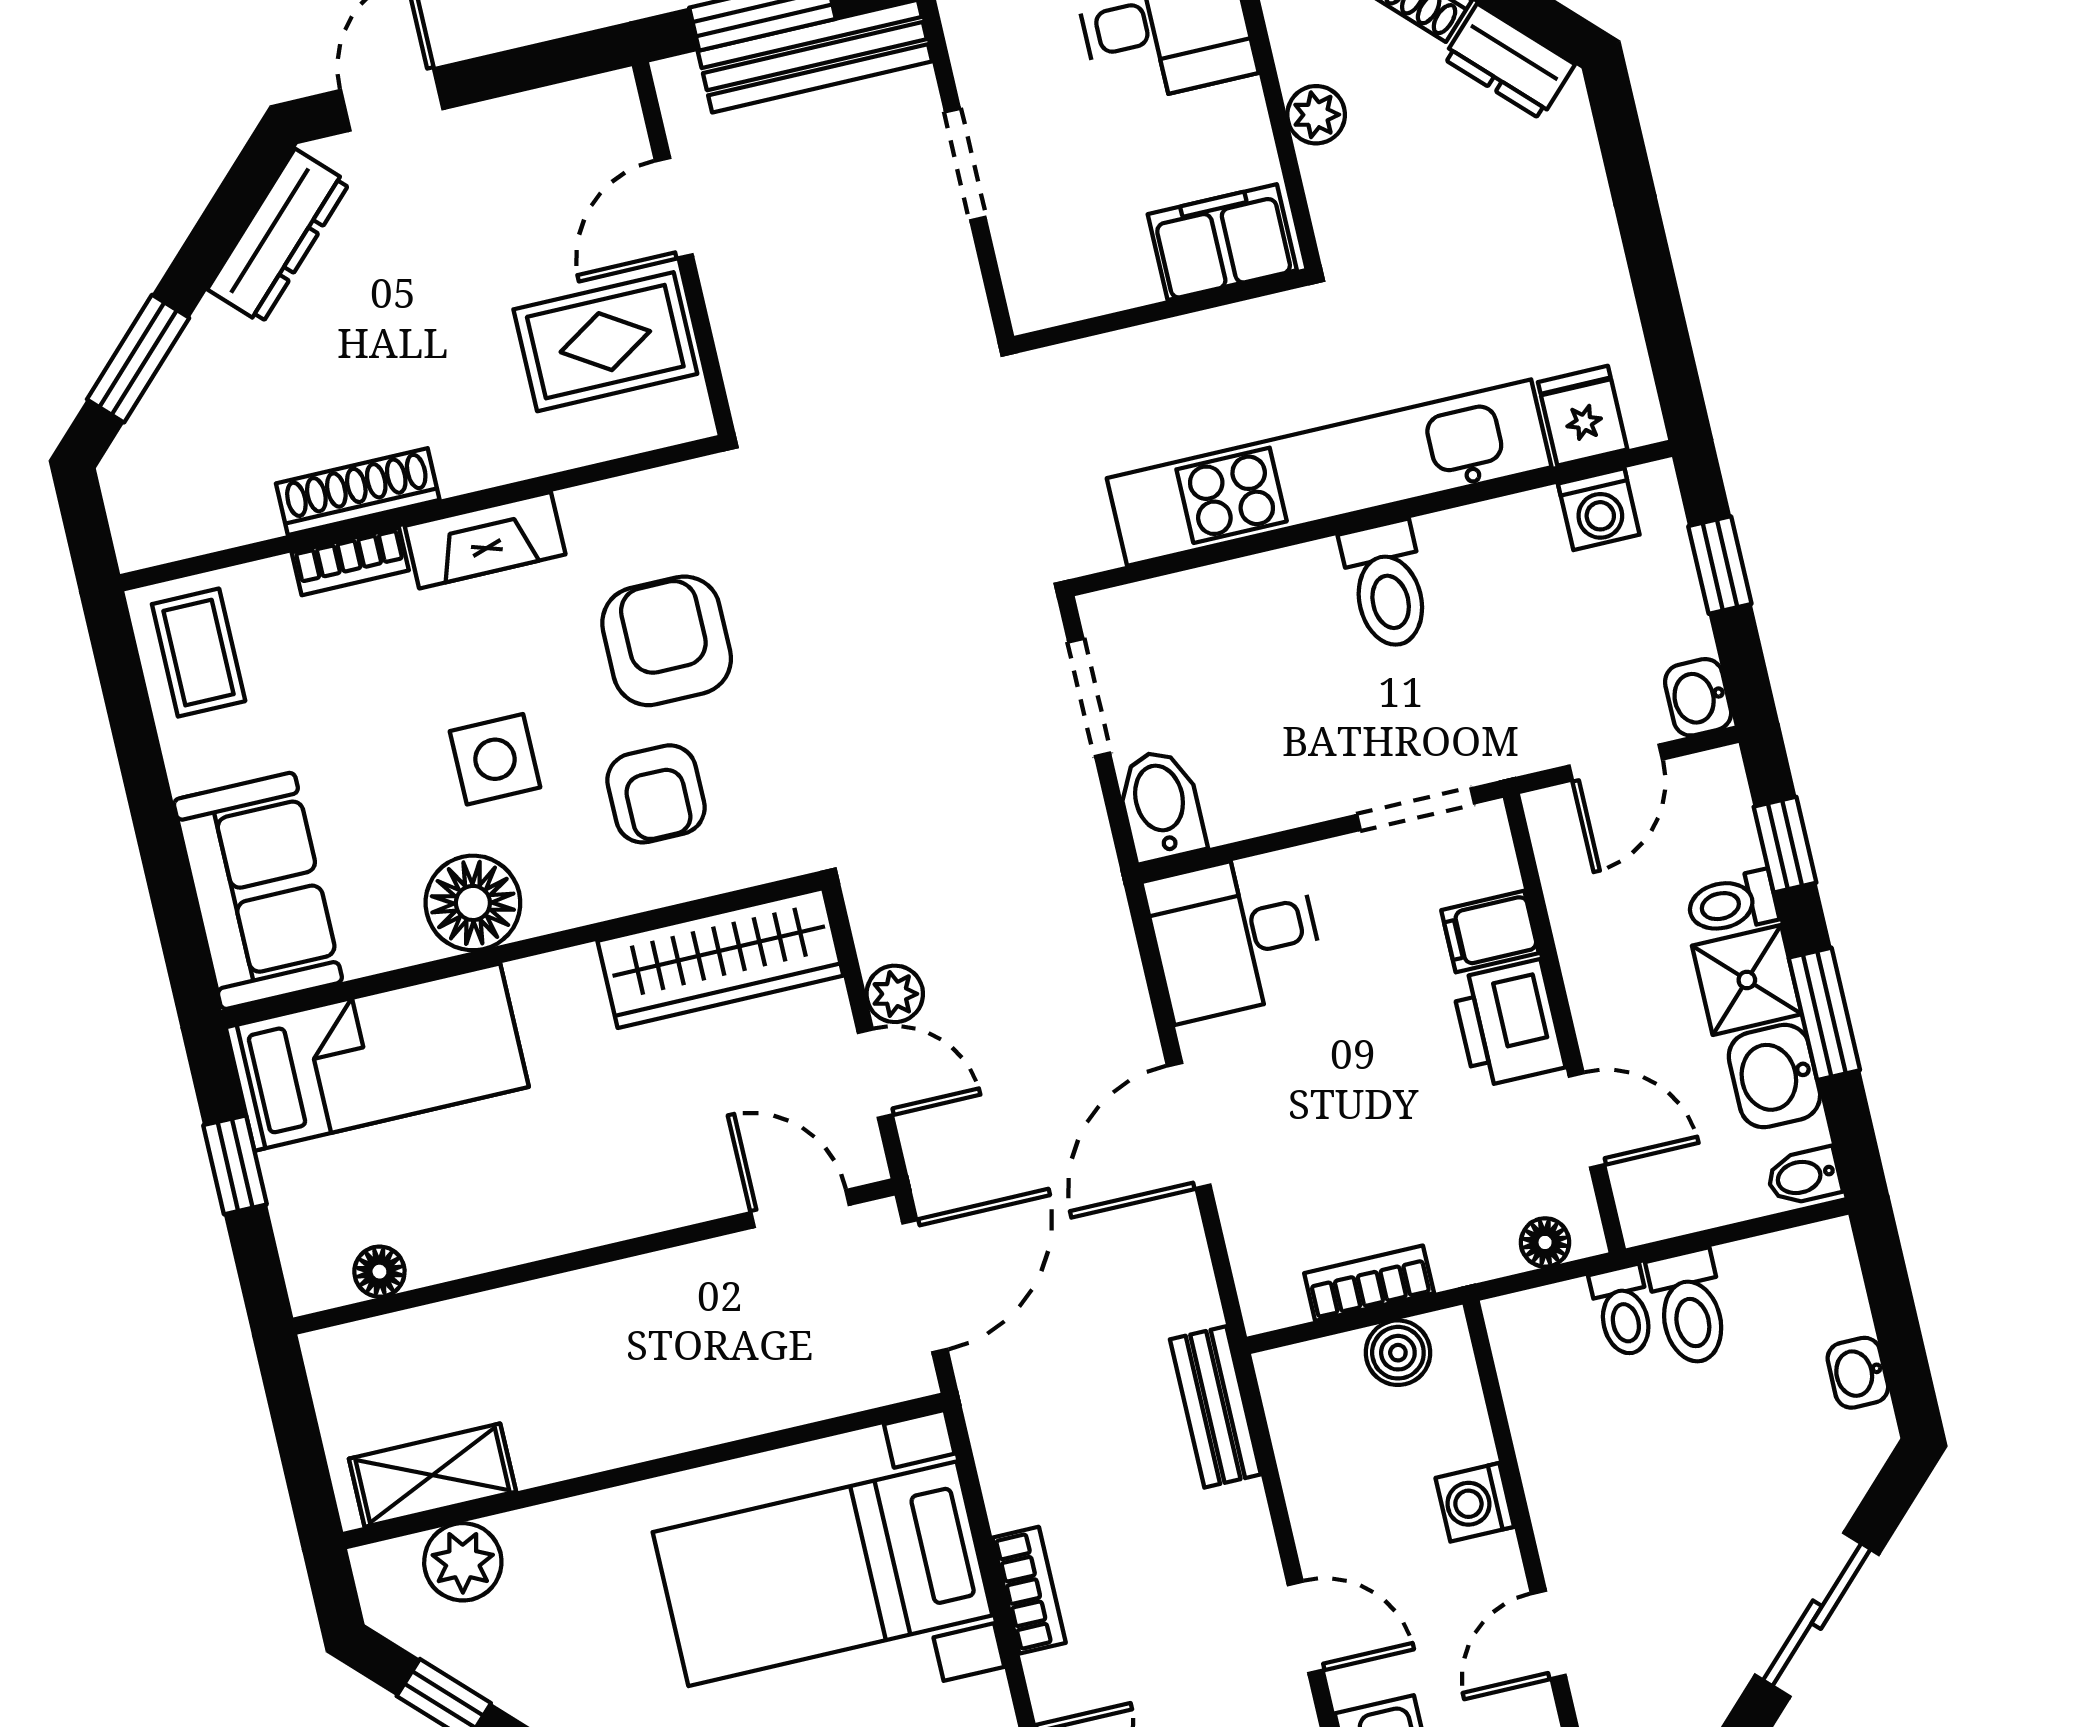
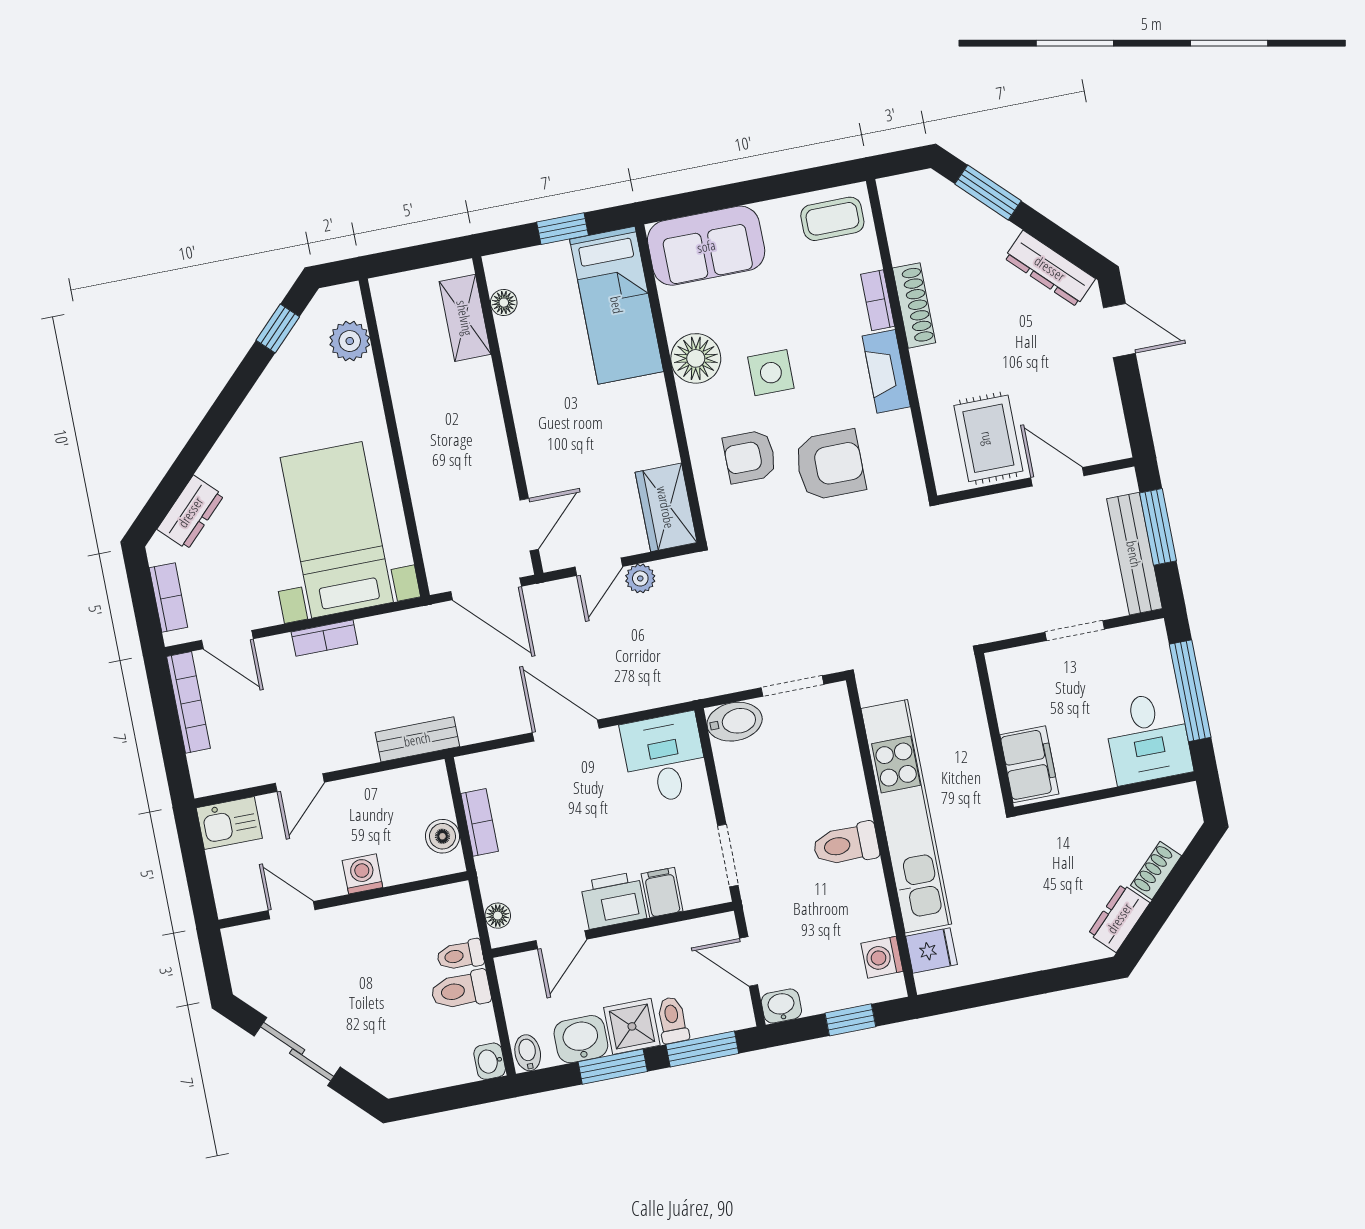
plant: (1316, 115) -> (1095, 816), removed
window: (1785, 845) -> (702, 1049), width x1.50
wardrobe: (720, 958) -> (666, 507), width x0.67
washbasin: (1858, 1373) -> (490, 1061), moved, turned -90
shelving: (432, 1475) -> (465, 318), moved

